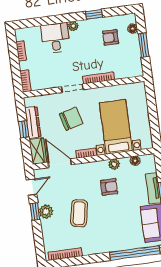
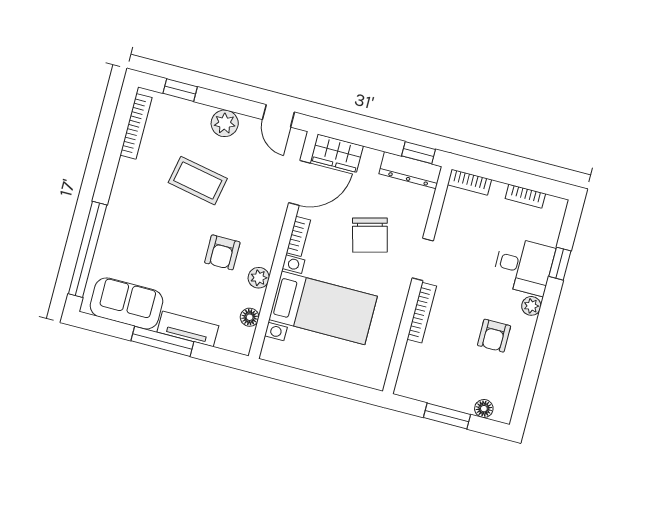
window: (94, 14) -> (560, 264), moved
armchair: (111, 37) -> (494, 336), moved, turned 180
dresser: (33, 122) -> (410, 170), moved
window: (24, 129) -> (419, 153), moved
window: (35, 212) -> (180, 90), moved

